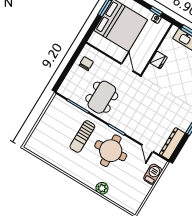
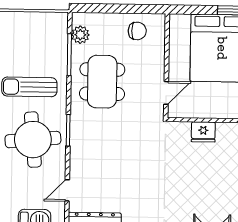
plant: (71, 94) -> (80, 35), added
dining table: (102, 97) -> (102, 82), turned 90

